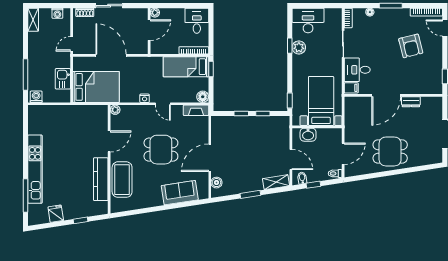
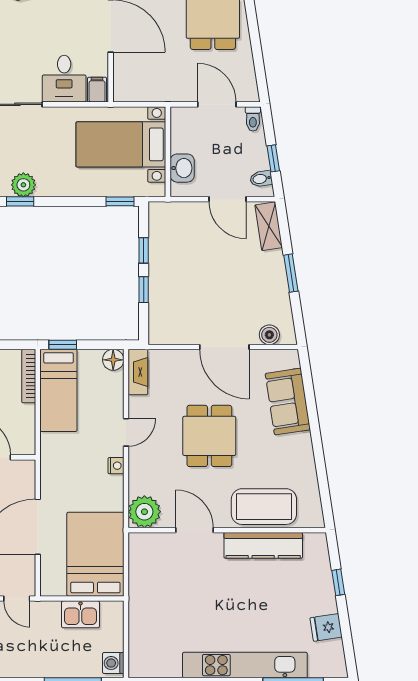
plant: (115, 110) -> (144, 512), width x1.88, depth x1.88
door: (291, 160) -> (227, 199), swing flipped

